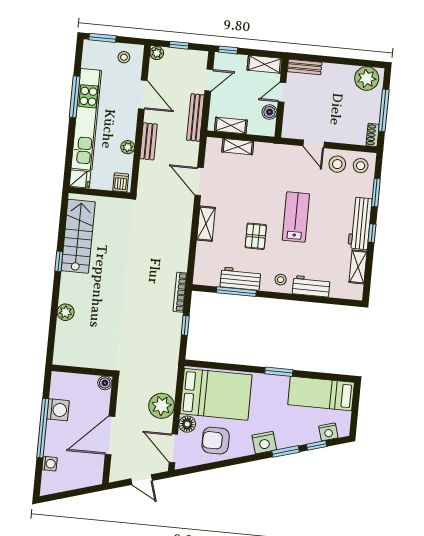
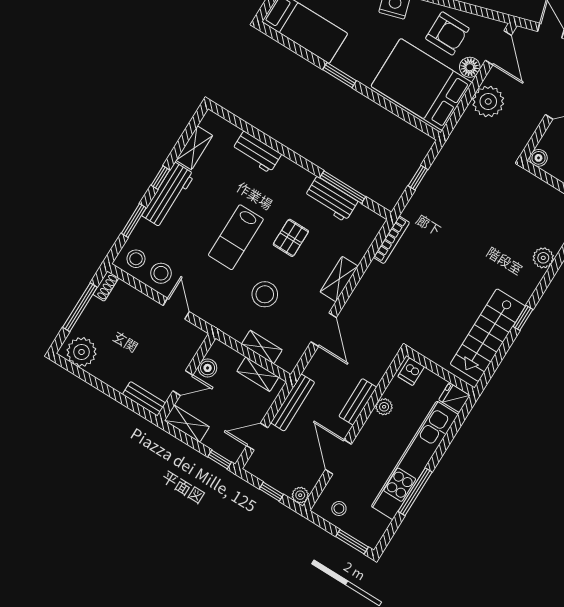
stool: (281, 280) -> (265, 294), moved, width x1.89, depth x1.89
bookcase: (180, 292) -> (391, 240), moved

